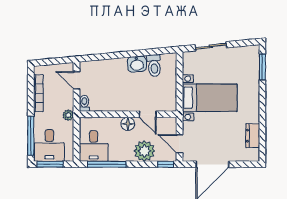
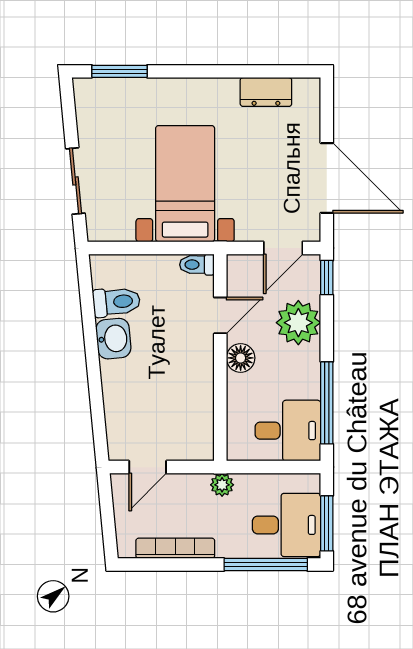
toilet: (84, 103) -> (197, 265), moved

